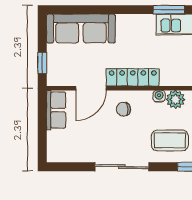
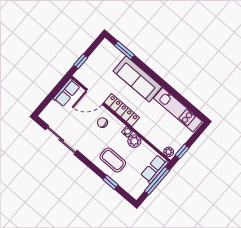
window: (169, 10) -> (124, 50), moved
sofa: (81, 29) -> (138, 79), moved
sliding door: (122, 167) -> (61, 140), moved

